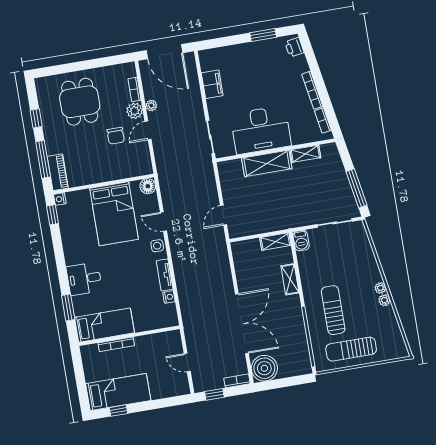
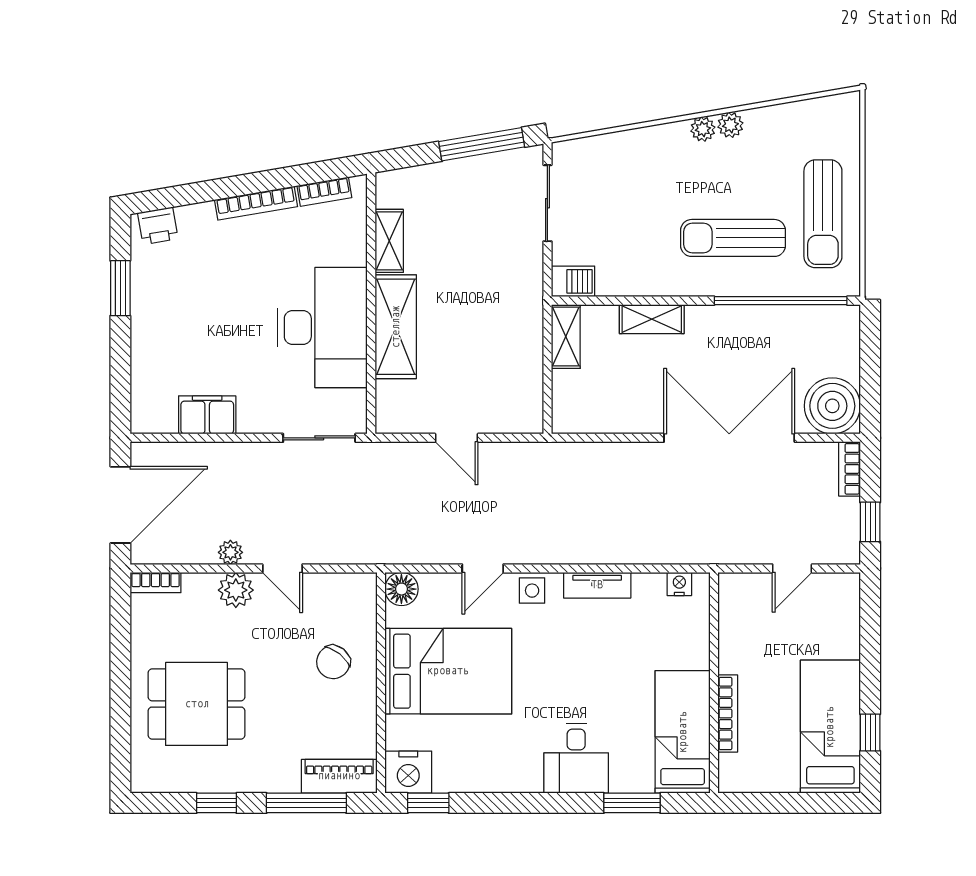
bookcase: (134, 89) -> (156, 583), moved
chair: (116, 136) -> (333, 662), moved, turned 129
nightstand: (60, 199) -> (408, 772), width x1.89, depth x1.79
door: (224, 215) -> (457, 438), moved
nightstand: (169, 297) -> (679, 584), moved

